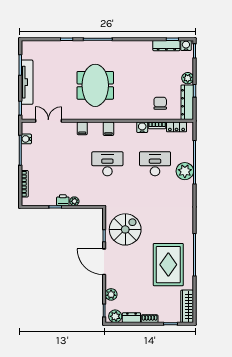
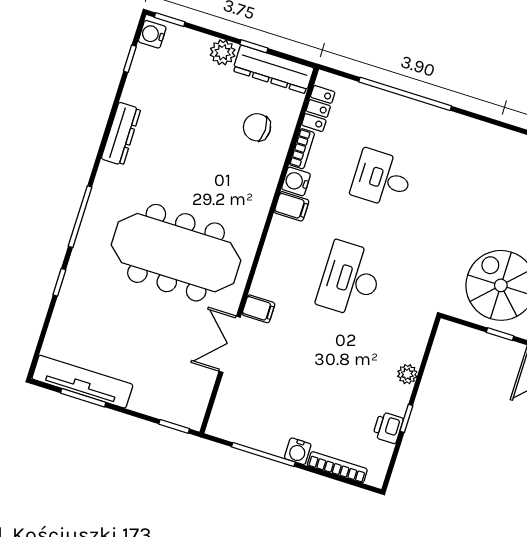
dresser: (166, 46) -> (121, 134), moved
tv unit: (27, 82) -> (82, 382), moved
meeting table: (95, 85) -> (176, 253), width x1.36
double door: (48, 121) -> (230, 344), moved
filing cabinet: (108, 129) -> (292, 206), moved
water cooler: (26, 139) -> (298, 451), moved
desk: (155, 164) -> (382, 179), width x0.73
plant: (185, 171) -> (417, 120), removed
printer: (63, 200) -> (388, 428), moved

